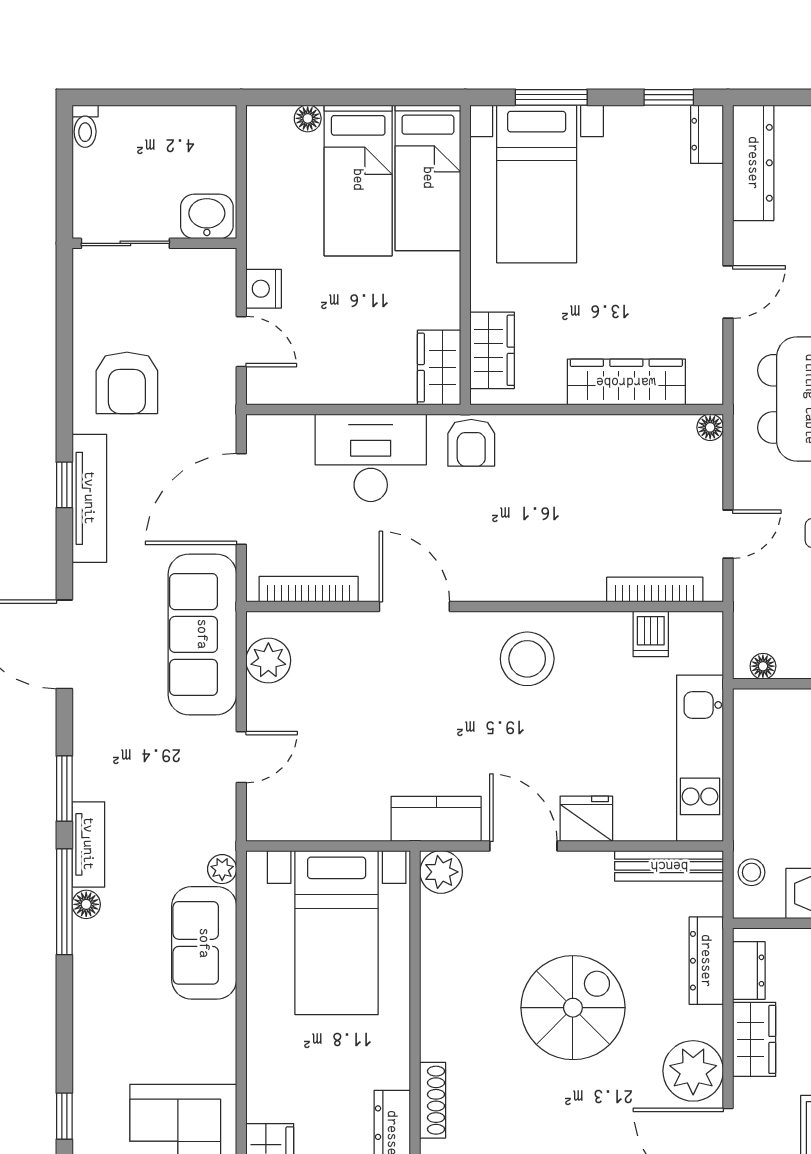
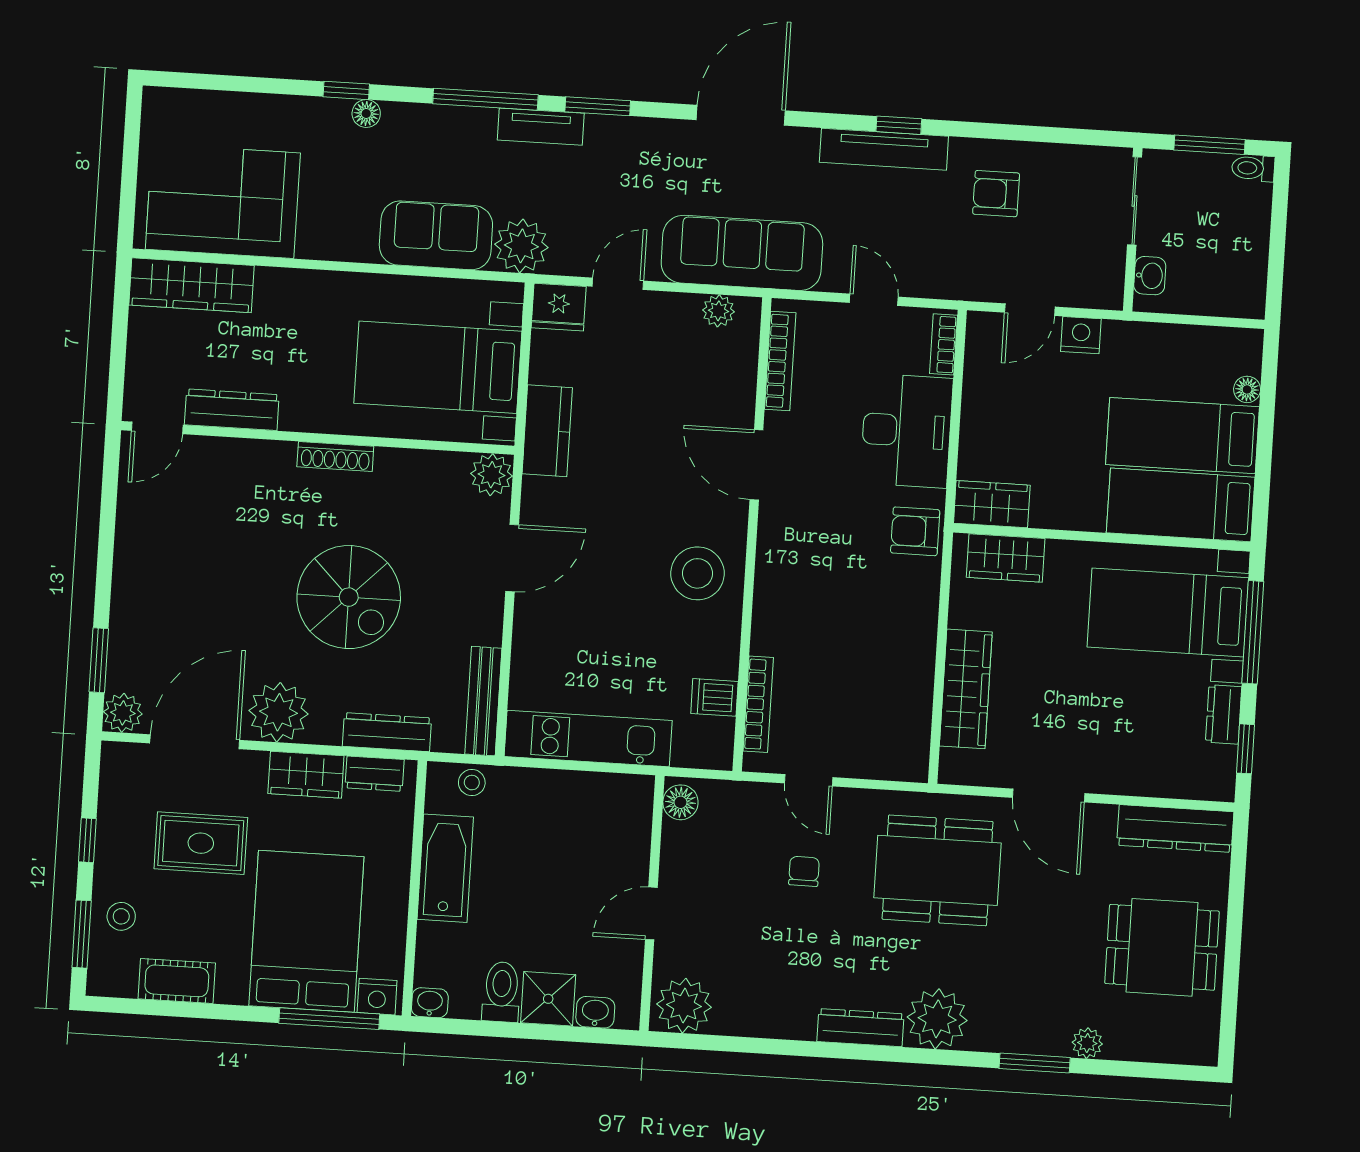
window: (551, 97) -> (1253, 632), width x1.44
dresser: (707, 134) -> (1224, 714), moved, turned -90
window: (64, 172) -> (1210, 145), added
washbasin: (207, 216) -> (1150, 276), width x0.72, depth x0.69
door: (728, 292) -> (1049, 795), width x1.37
armchair: (127, 383) -> (996, 194), width x0.72, depth x0.72
bookcase: (282, 426) -> (943, 344), added
floor lamp: (710, 427) -> (916, 769), removed
door: (241, 499) -> (874, 300), width x0.53
door: (414, 606) -> (756, 465), swing flipped
plant: (268, 660) -> (718, 311), width x0.73, depth x0.73
floor lamp: (763, 666) -> (680, 802), width x1.37, depth x1.37
door: (241, 757) -> (618, 284), swing flipped
kitchen counter: (436, 819) -> (547, 431), moved
fridge: (586, 819) -> (559, 307), moved, turned 90
plant: (222, 869) -> (521, 246), width x1.88, depth x1.88
floor lamp: (86, 904) -> (366, 113), moved
shoe rack: (433, 1100) -> (335, 456), moved
window: (64, 1116) -> (346, 90), moved

